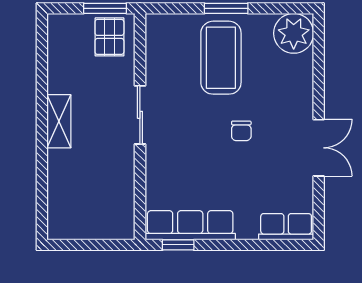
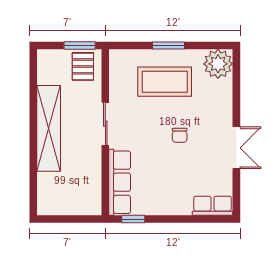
coffee table: (221, 58) -> (165, 82), turned 90
shelving: (59, 121) -> (49, 128), width x2.20, depth x1.33
row of seats: (190, 225) -> (120, 182), moved, turned 90

